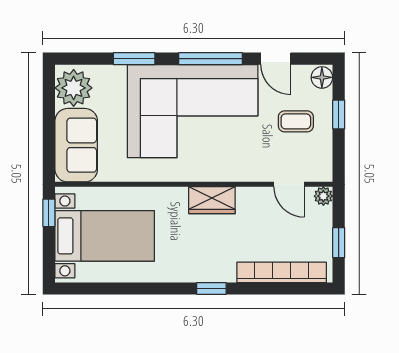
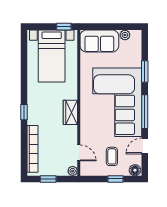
plant: (74, 88) -> (125, 35), width x0.53, depth x0.53
door: (289, 184) -> (79, 153), swing flipped

